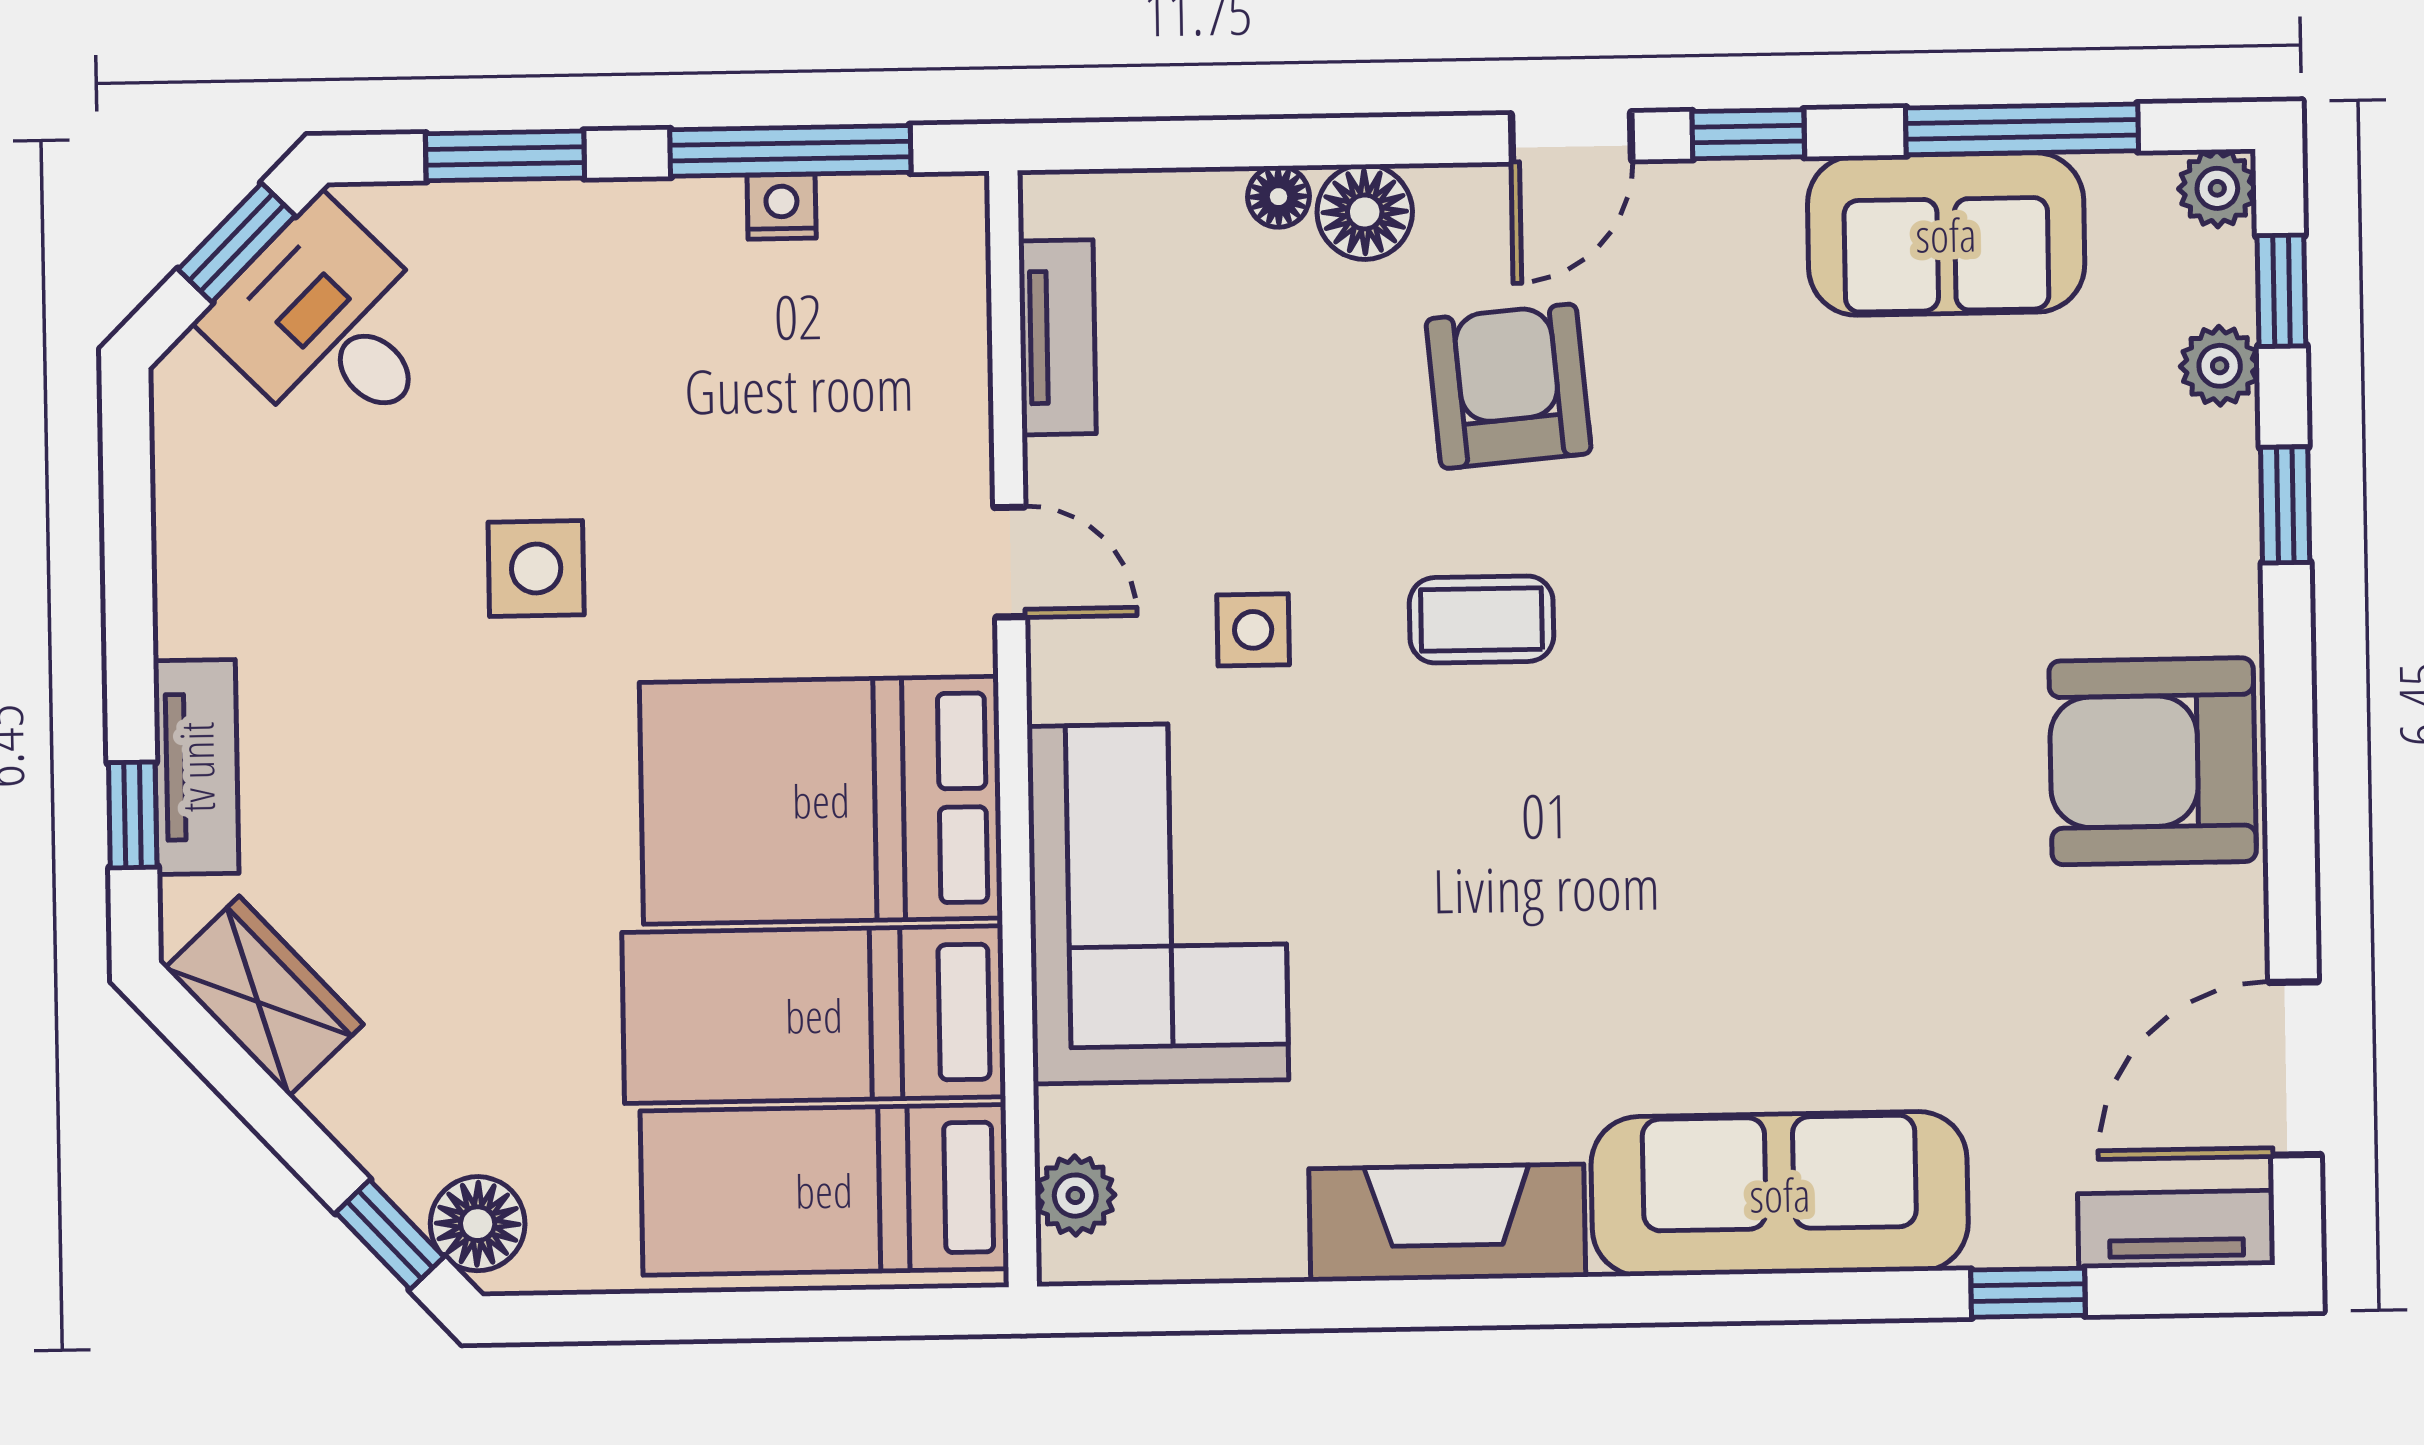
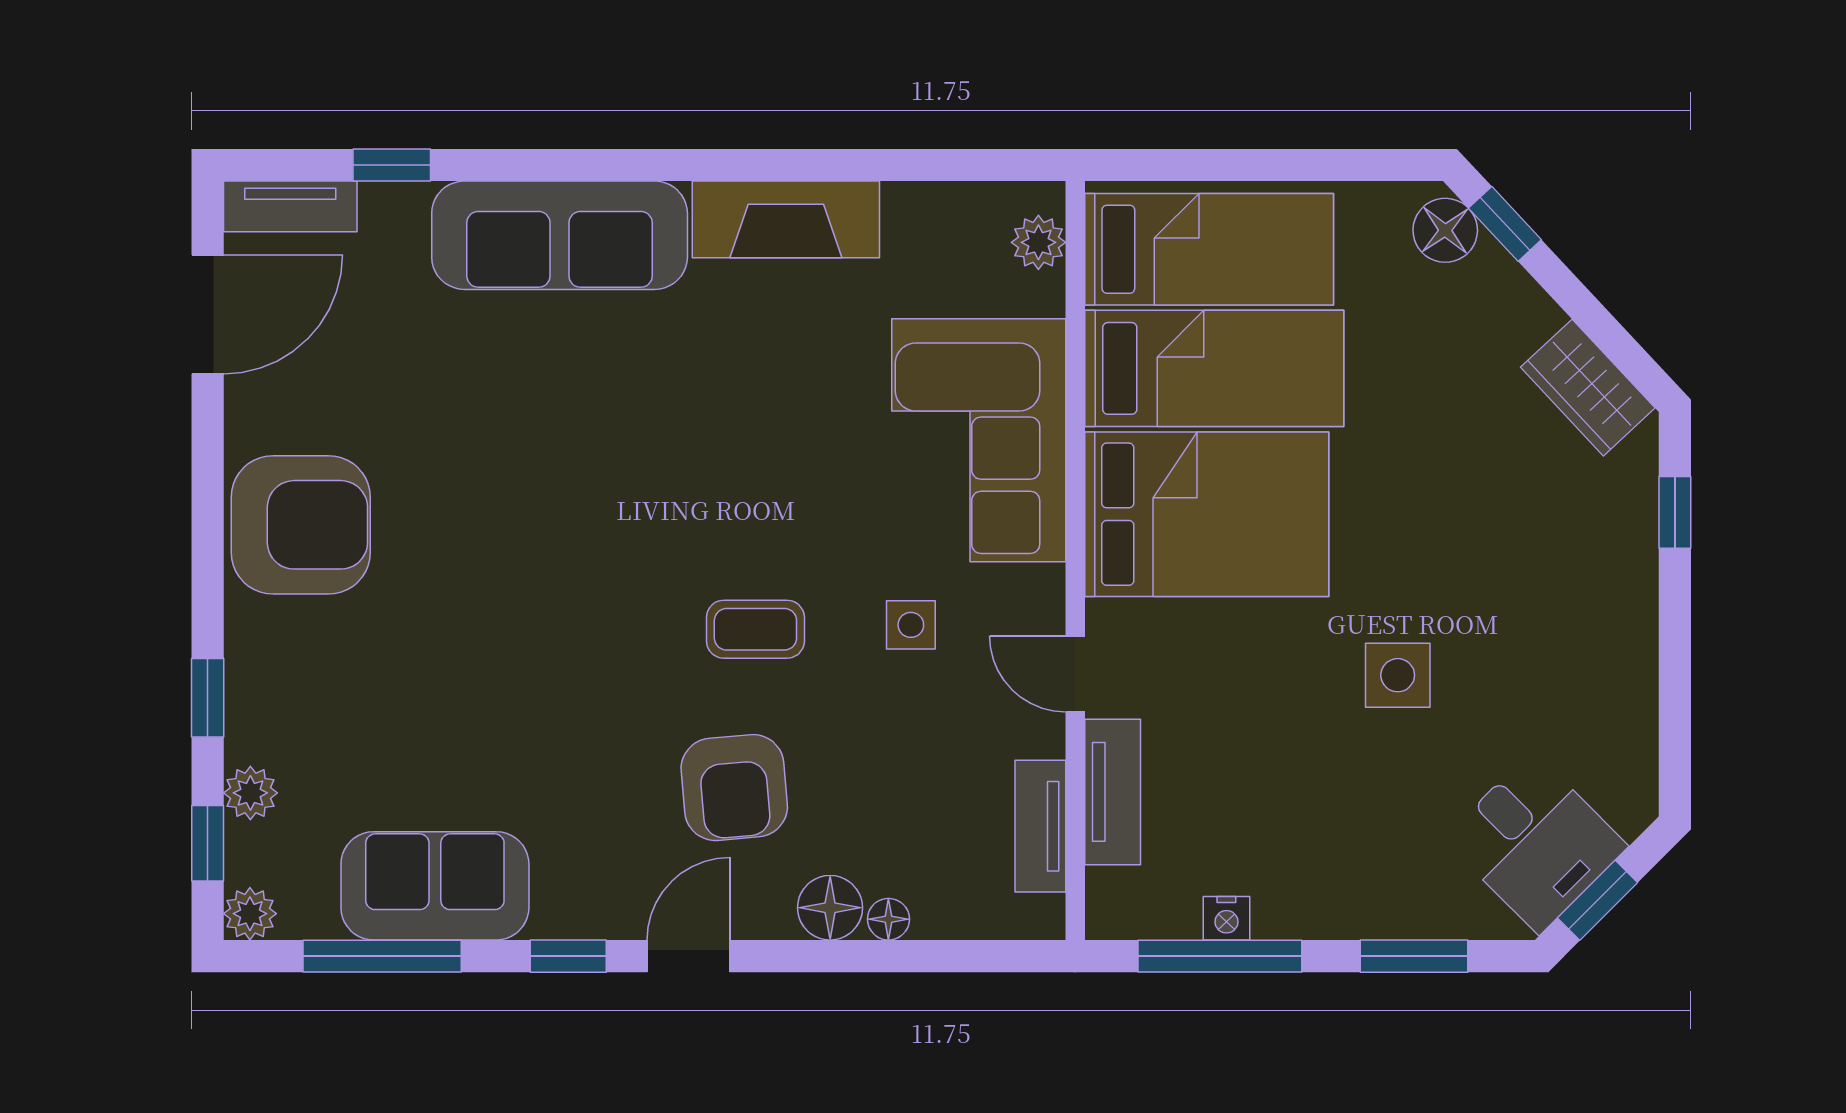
tv unit: (196, 767) -> (1113, 792), moved, turned 180

